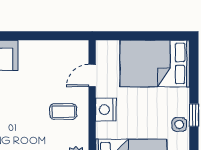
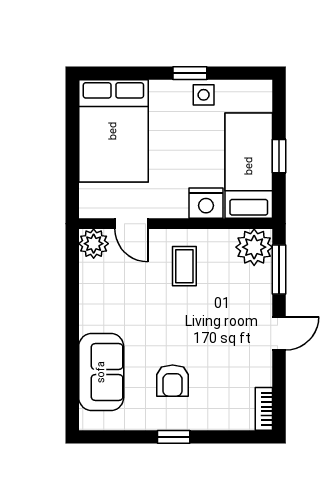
plant: (79, 50) -> (94, 244), added
nightstand: (106, 110) -> (206, 203), moved

